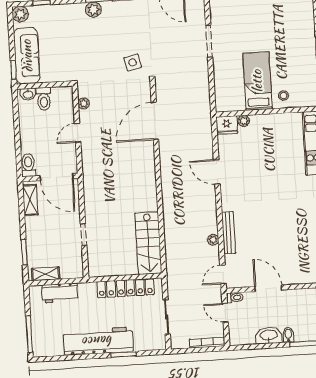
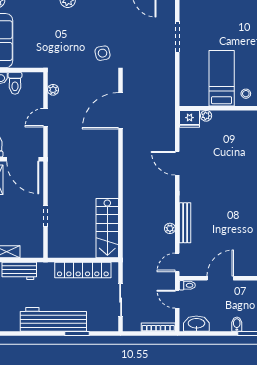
door: (268, 288) -> (220, 278), hinge flipped
washbasin: (269, 335) -> (196, 324), moved

